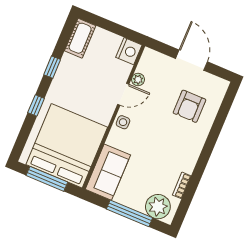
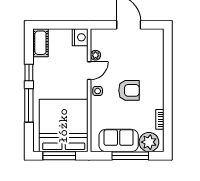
window: (36, 105) -> (29, 105), width x2.17
armchair: (189, 106) -> (129, 90), moved, turned -90
sofa: (108, 172) -> (119, 141), moved, turned -90

